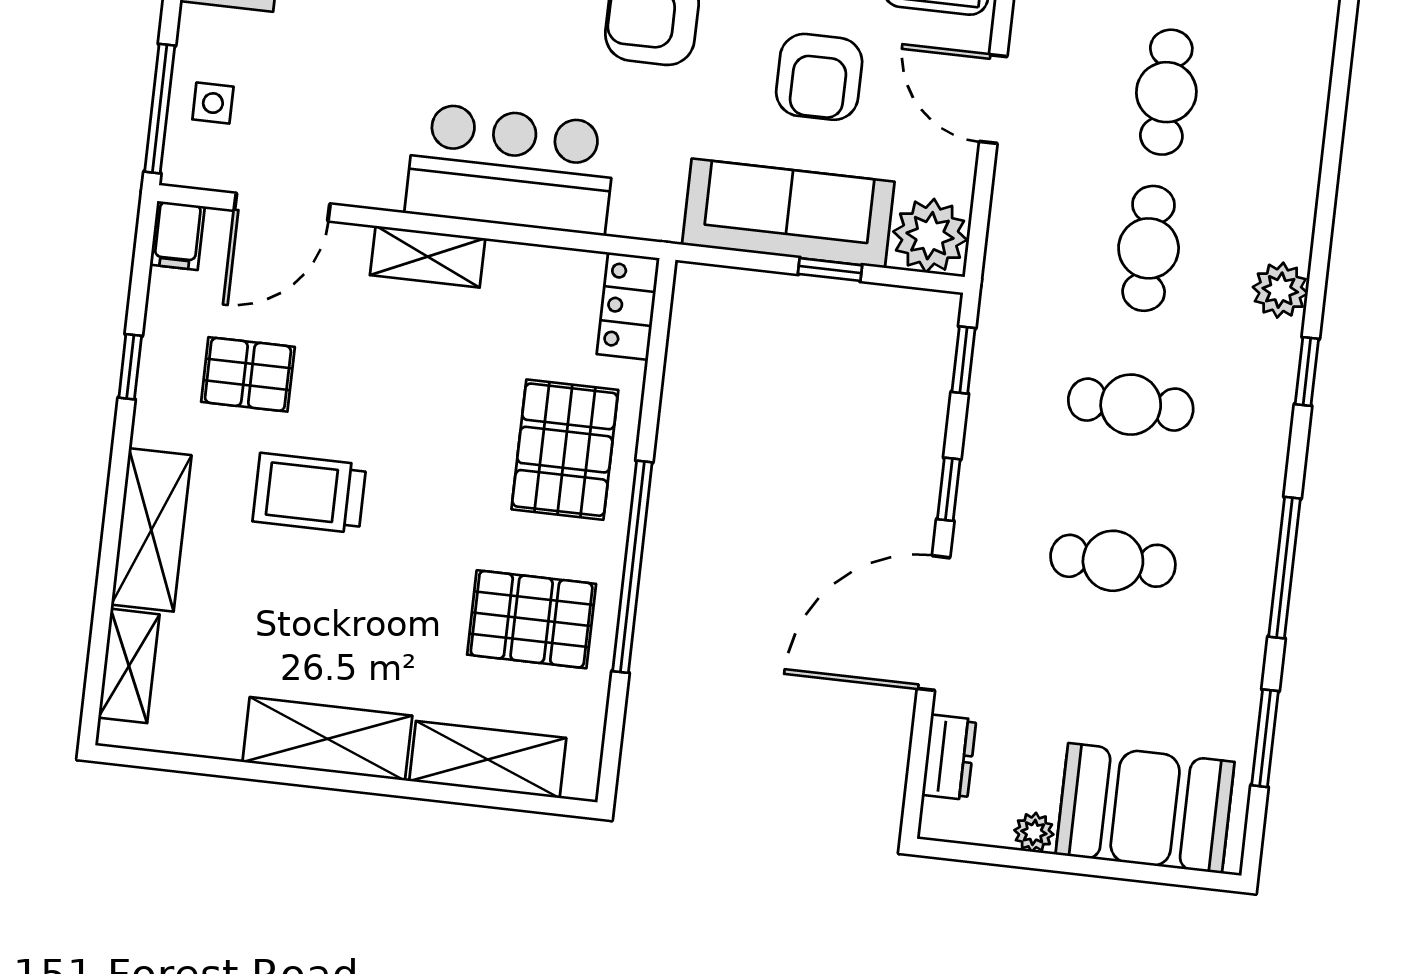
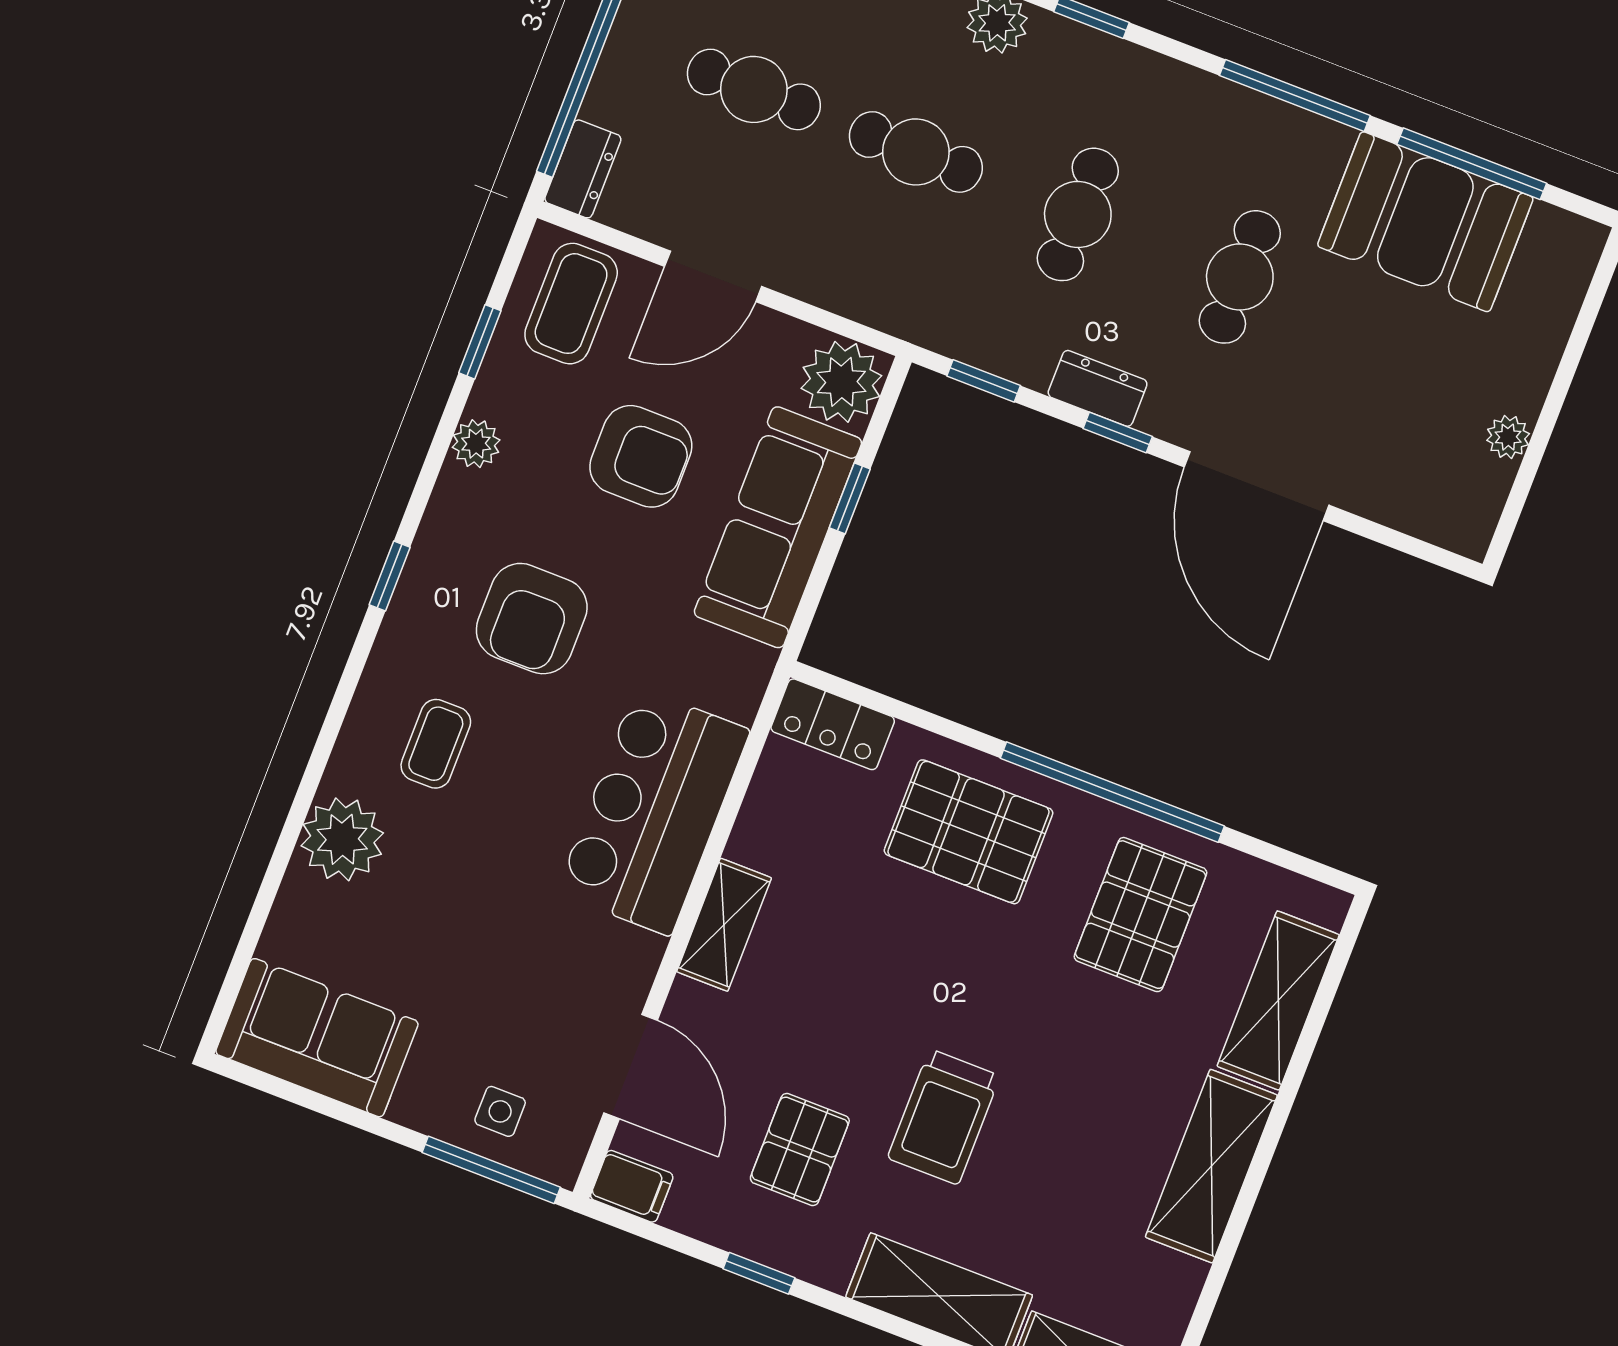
window: (1265, 738) -> (1472, 164), width x1.44
dresser: (949, 757) -> (1098, 388), moved
booth: (1145, 808) -> (1425, 222), moved, turned 90

